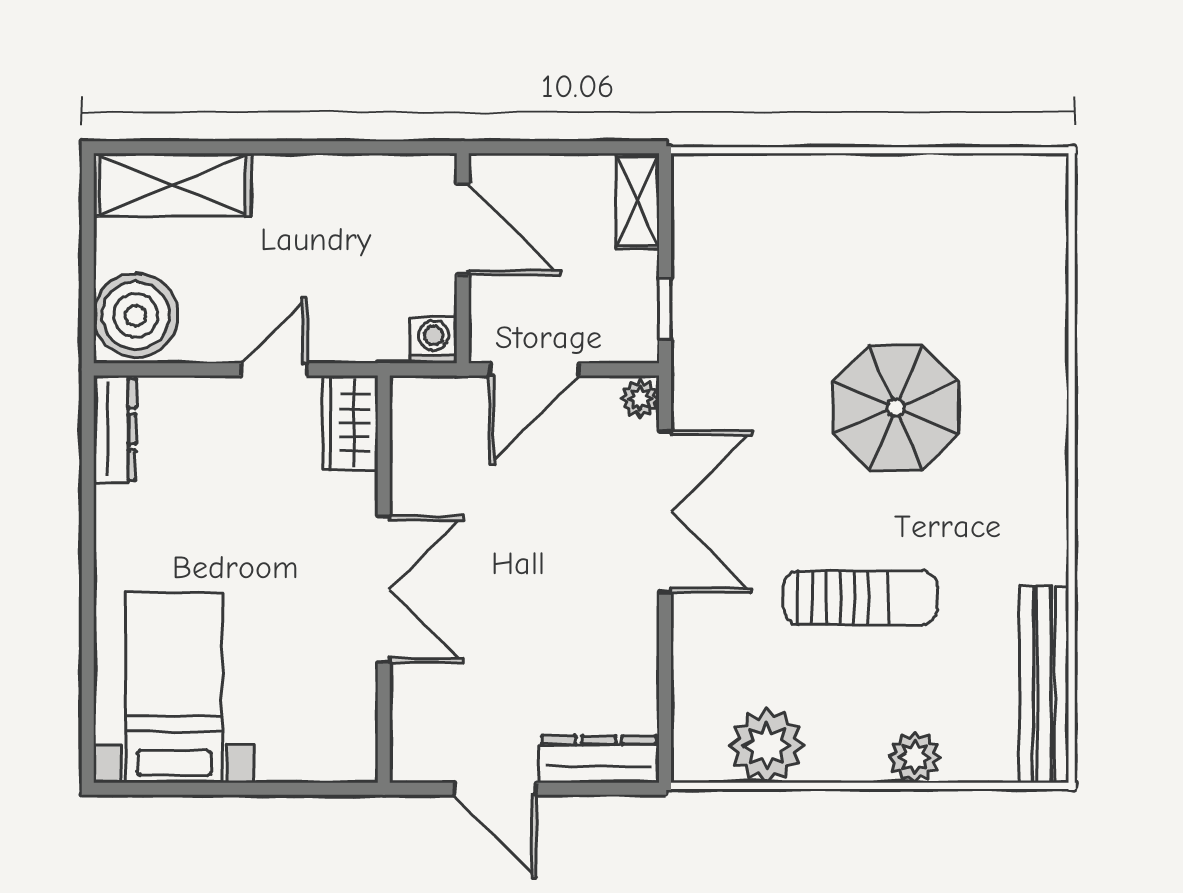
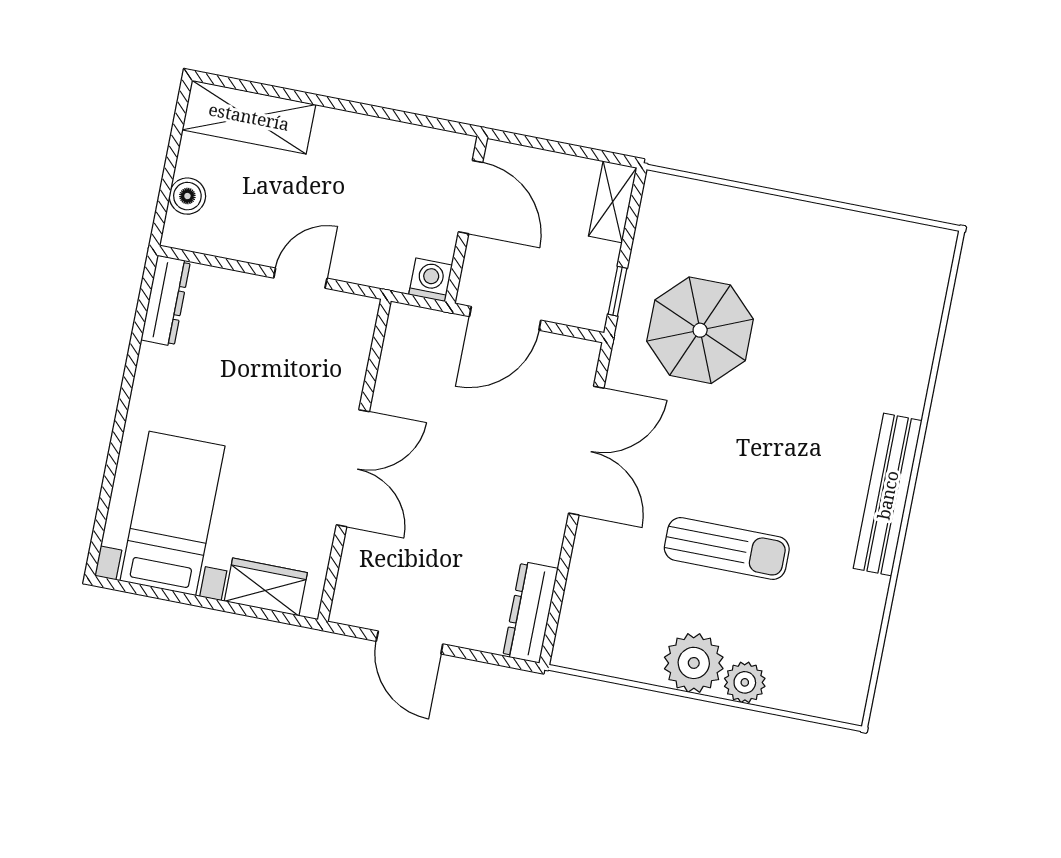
boiler: (136, 315) -> (187, 196), width x0.54, depth x0.54
plant: (640, 399) -> (584, 358), removed
parasol: (896, 408) -> (700, 330), moved
wardrobe: (350, 423) -> (266, 587), moved, turned 90
bench: (1044, 684) -> (888, 495), moved
plant: (767, 746) -> (694, 663), moved
dresser: (599, 759) -> (530, 612), moved, turned -90

